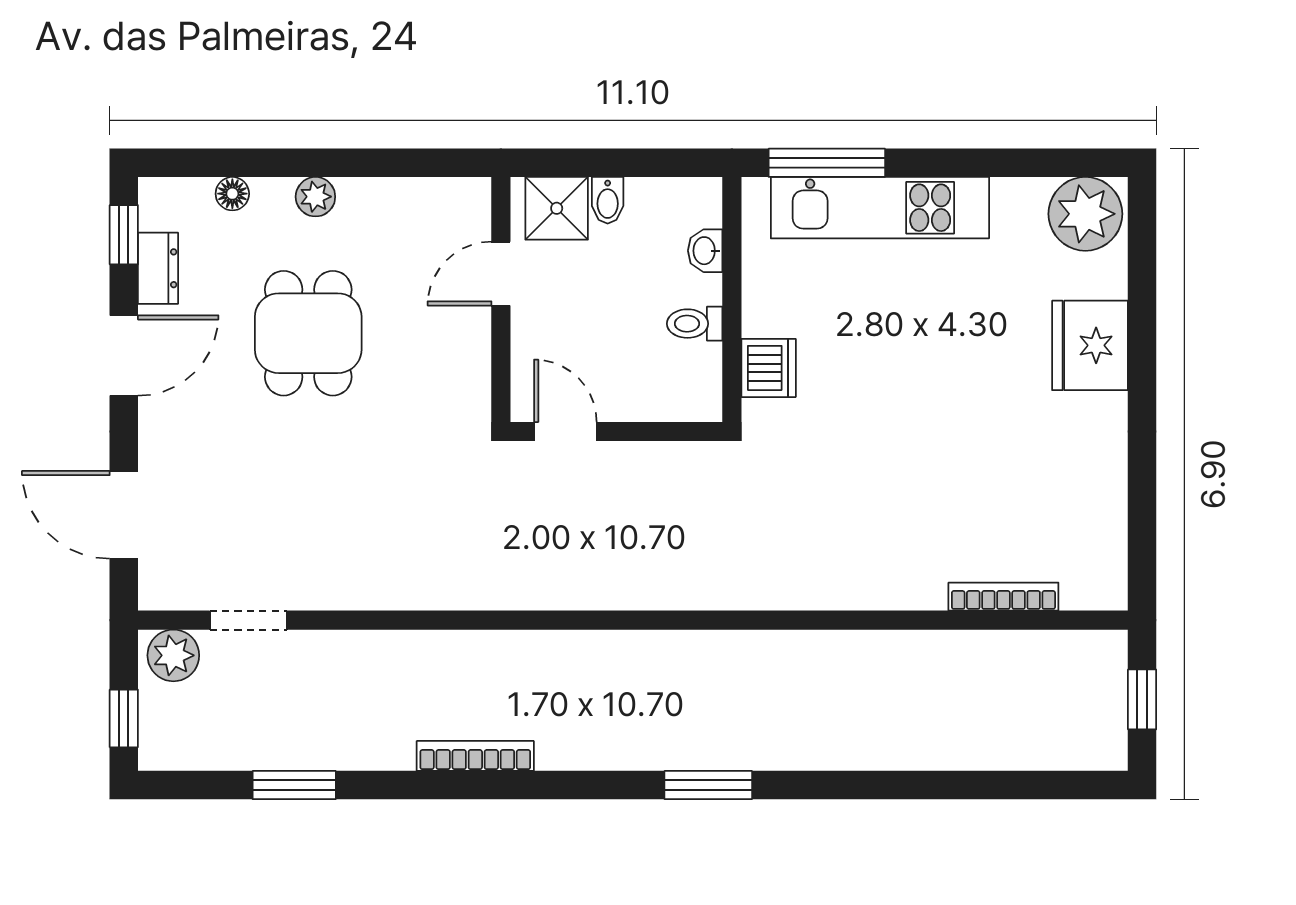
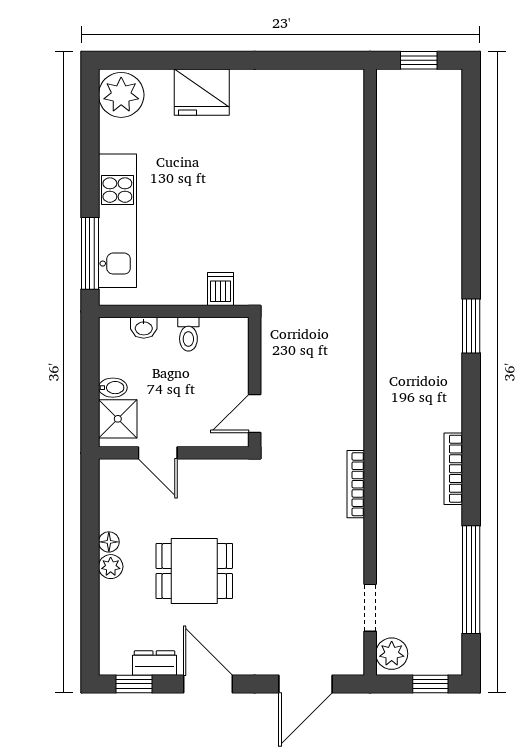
floor lamp: (232, 194) -> (109, 542), moved
dishwasher: (769, 368) -> (220, 289), width x0.73
bookcase: (1003, 597) -> (356, 484), moved
window: (294, 785) -> (471, 580), width x2.11

